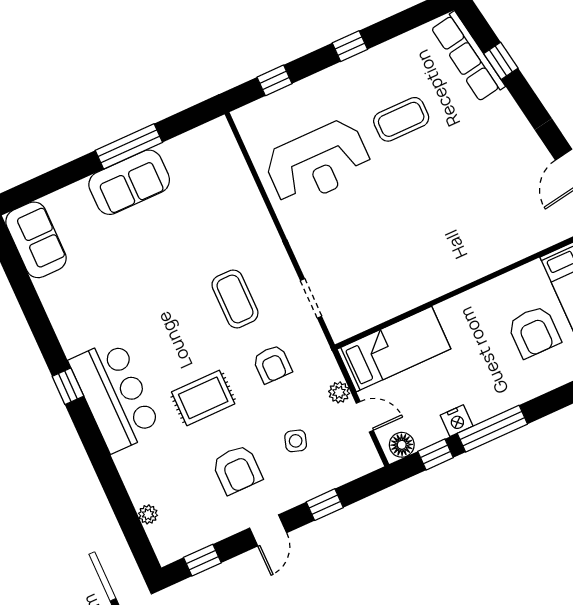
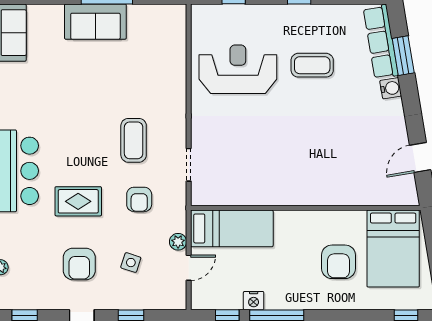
window: (501, 61) -> (403, 56), width x1.50
water cooler: (503, 105) -> (391, 88), added
reception desk: (318, 163) -> (238, 69), turned 180
door: (365, 417) -> (189, 268), hinge flipped
floor lamp: (402, 445) -> (206, 300), removed

